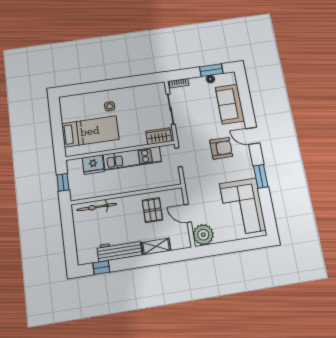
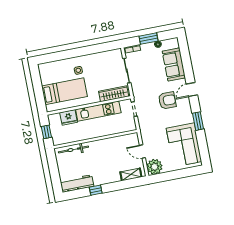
window: (211, 70) -> (148, 39), moved
wardrobe: (159, 136) -> (114, 94), width x1.50
door: (253, 136) -> (192, 89), hinge flipped
pallet: (152, 210) -> (116, 150), removed
shelving: (156, 246) -> (131, 174), moved
workbench: (119, 250) -> (77, 184), moved
window: (101, 267) -> (96, 190), moved

